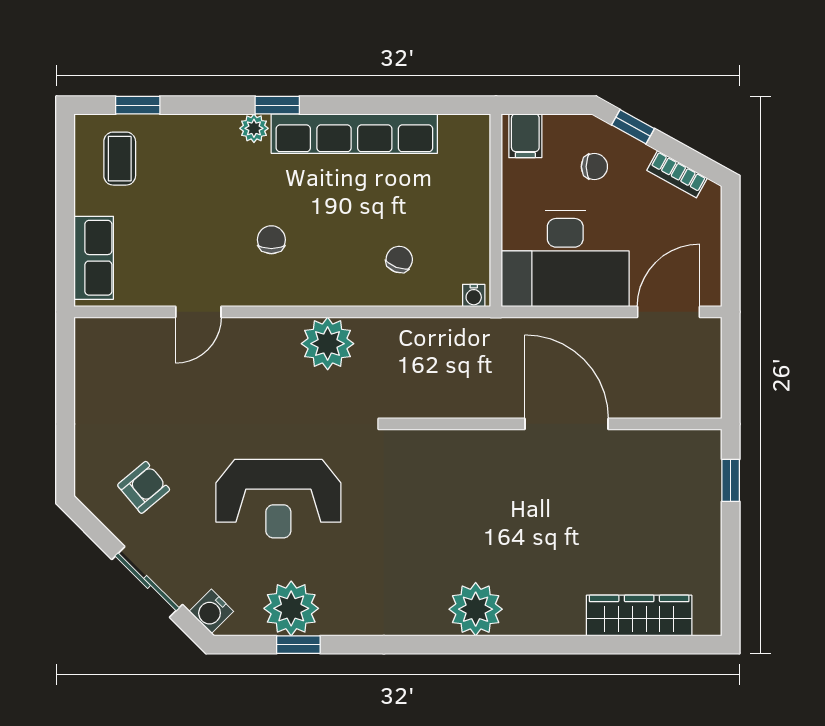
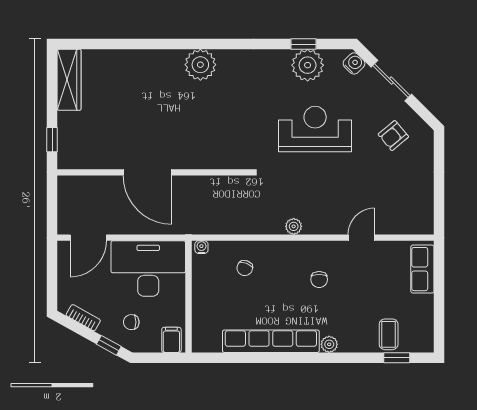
window: (277, 105) -> (316, 358), removed
coffee table: (120, 159) -> (389, 334), moved
plant: (328, 344) -> (294, 226), width x0.53, depth x0.53
wardrobe: (639, 616) -> (69, 80), moved, turned -90

